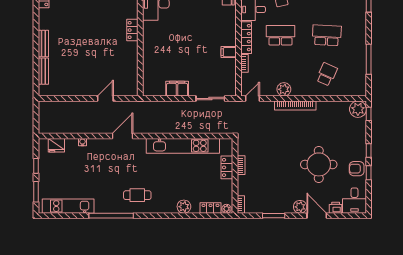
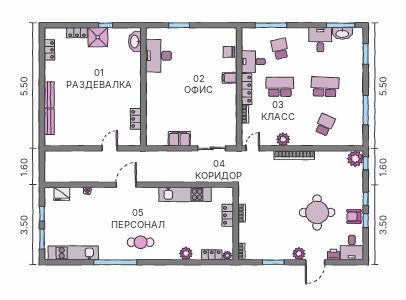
locker: (132, 30) -> (136, 119), moved
filing cabinet: (229, 52) -> (230, 78), moved
kitchen unit: (183, 146) -> (185, 194), width x0.73
door: (317, 216) -> (315, 262), swing flipped

